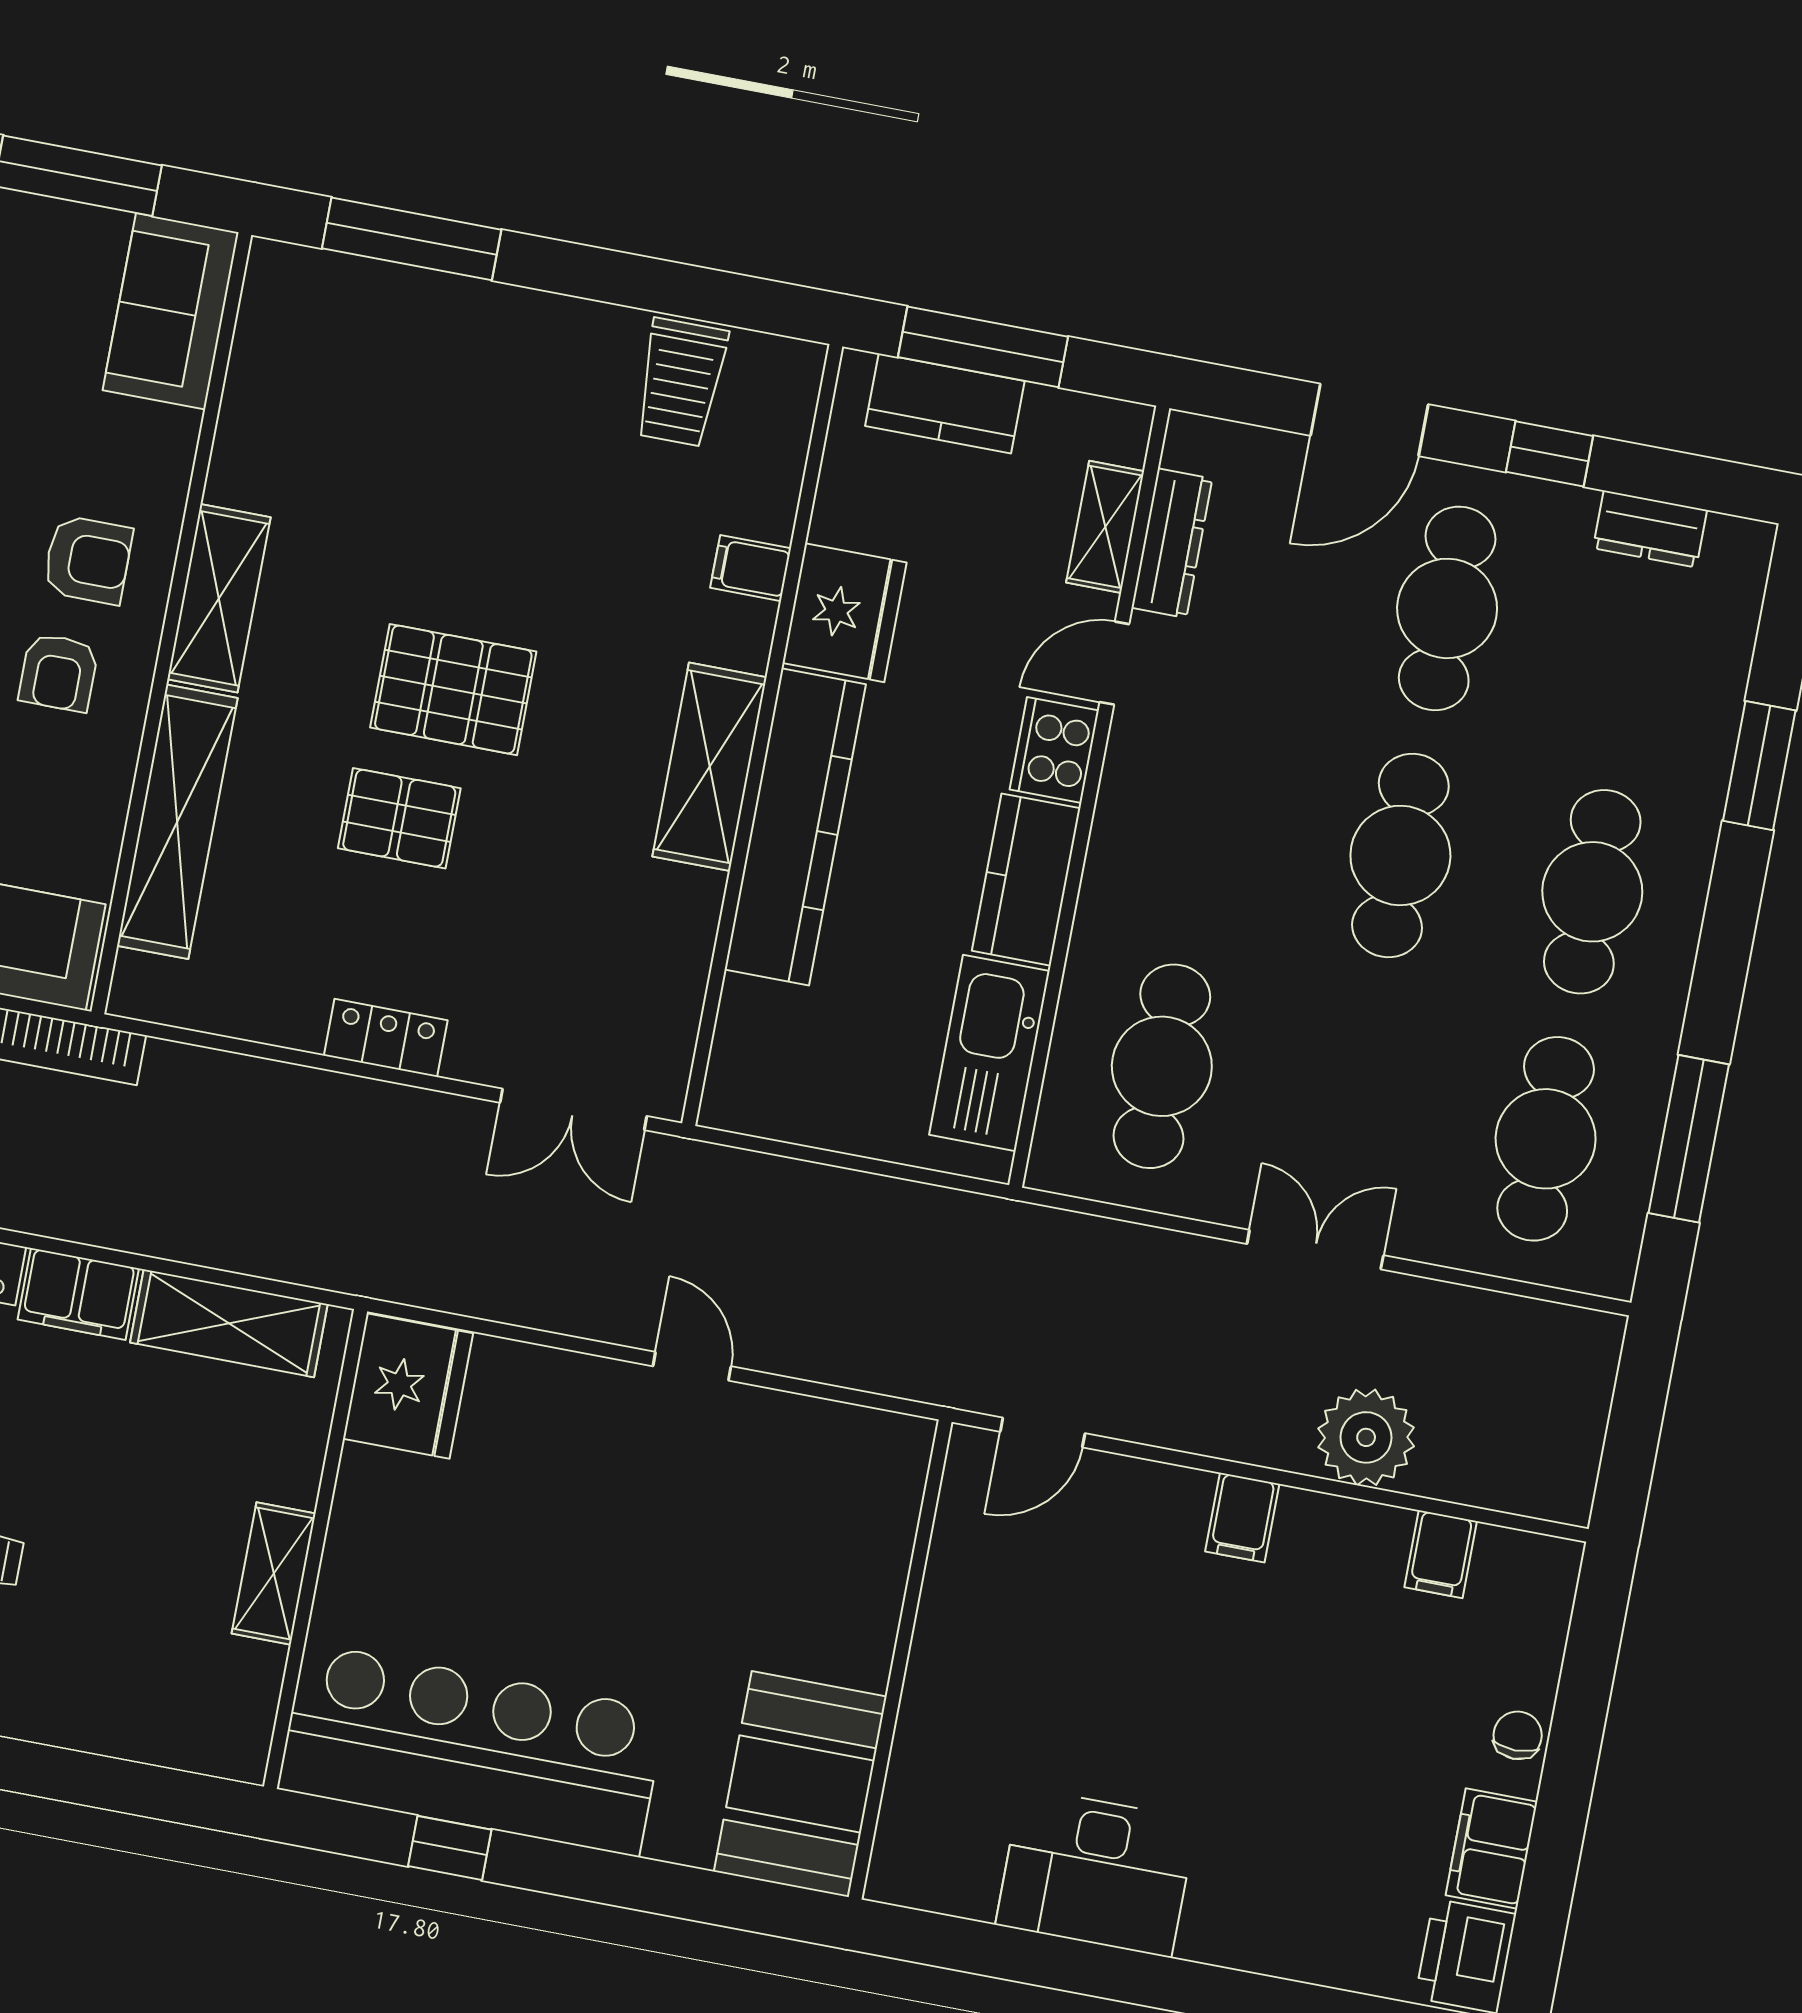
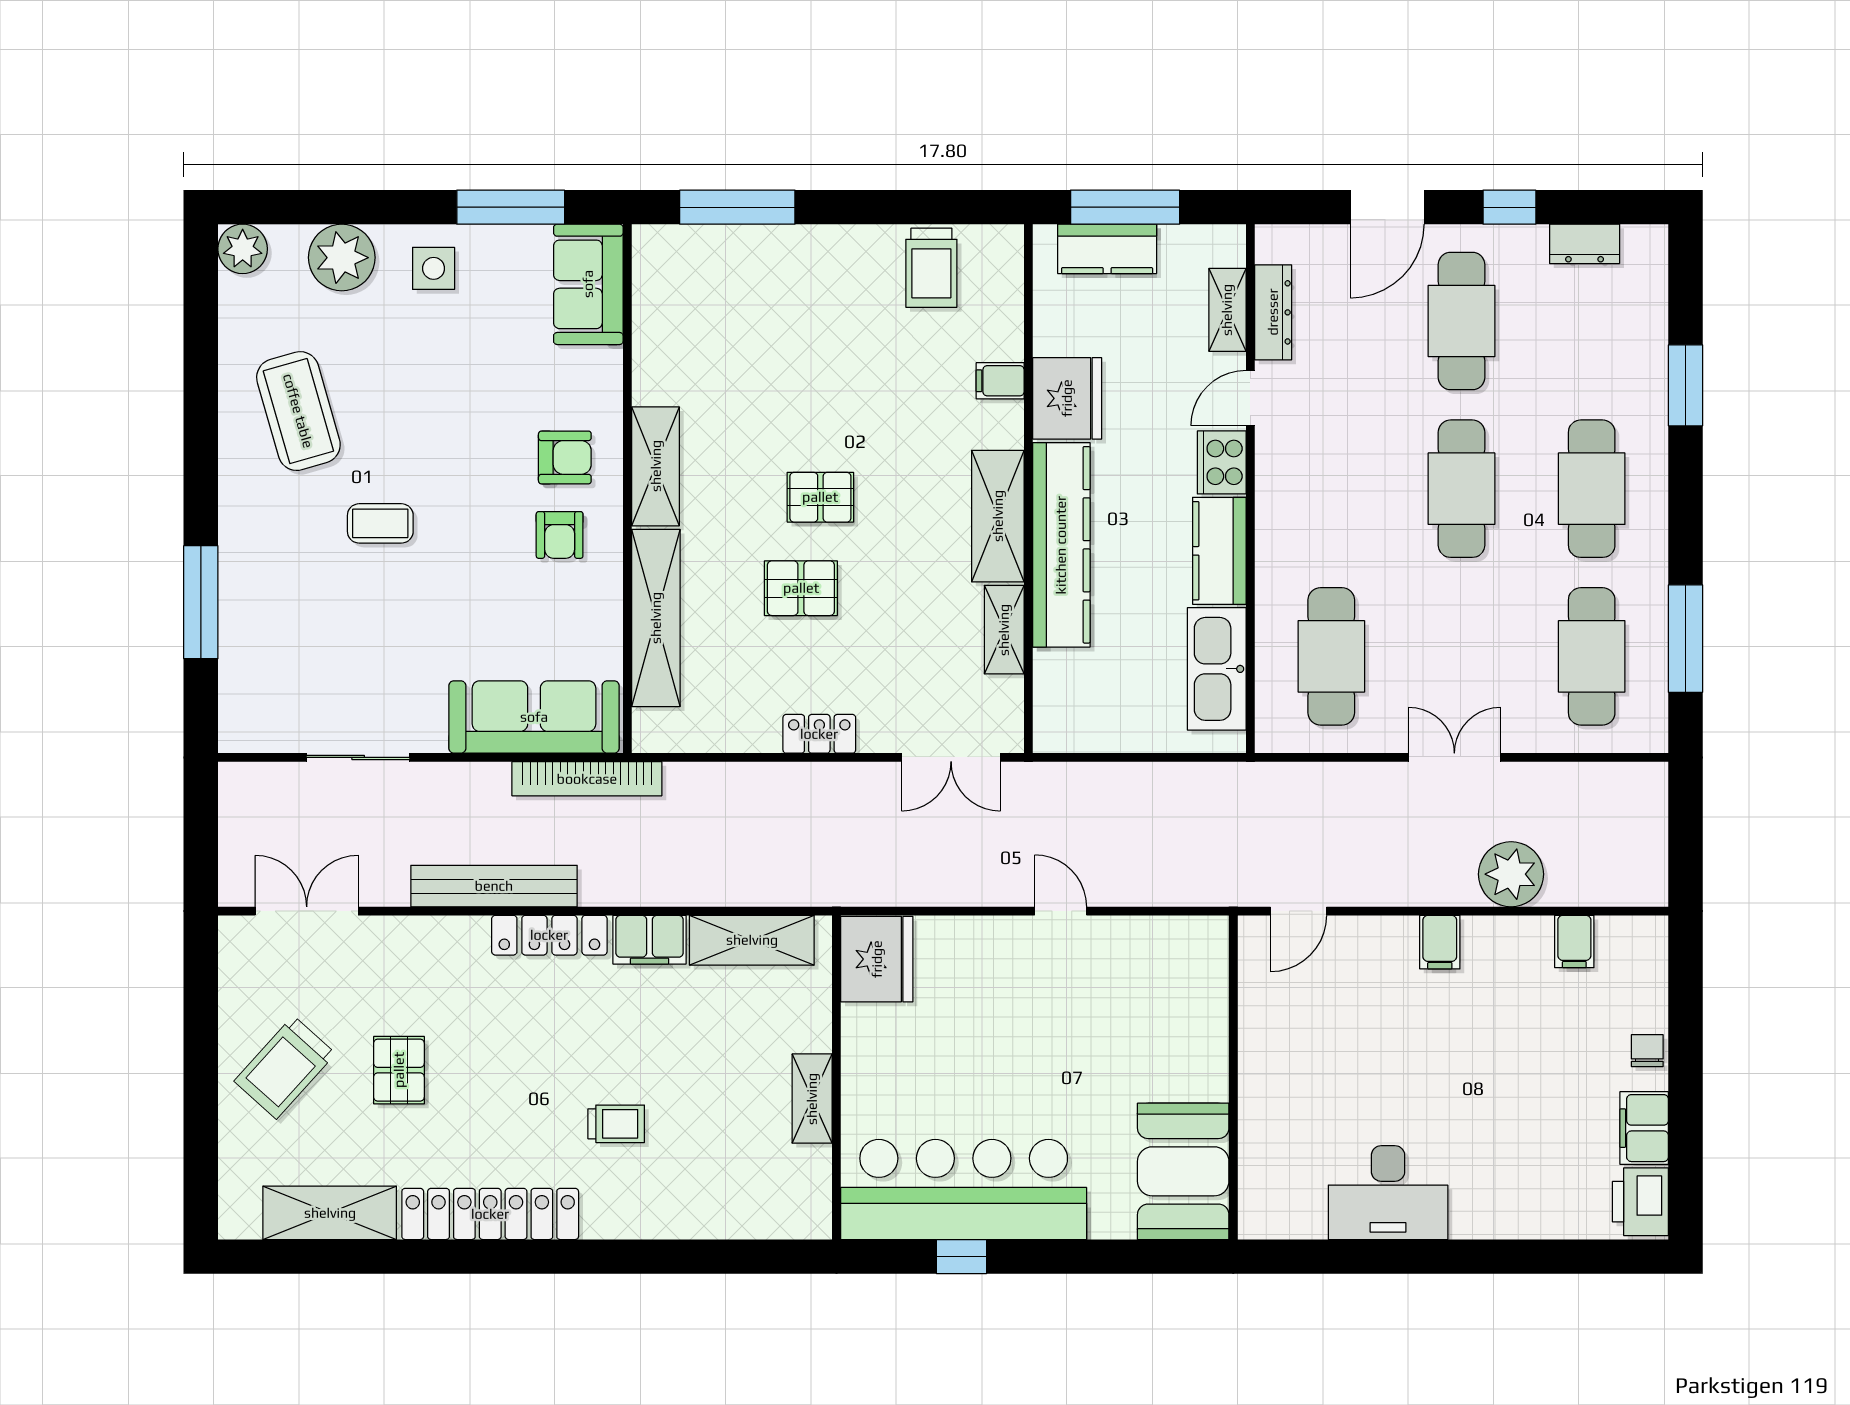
pallet: (453, 690) -> (820, 497), width x0.67, depth x0.71
shelving: (687, 936) -> (1004, 630), added

